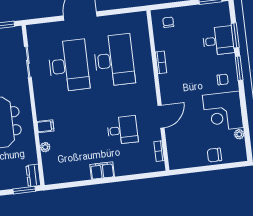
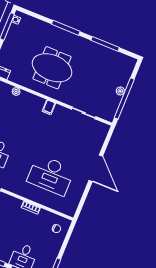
desk: (69, 66) -> (65, 140), removed
filing cabinet: (45, 126) -> (49, 107), moved

